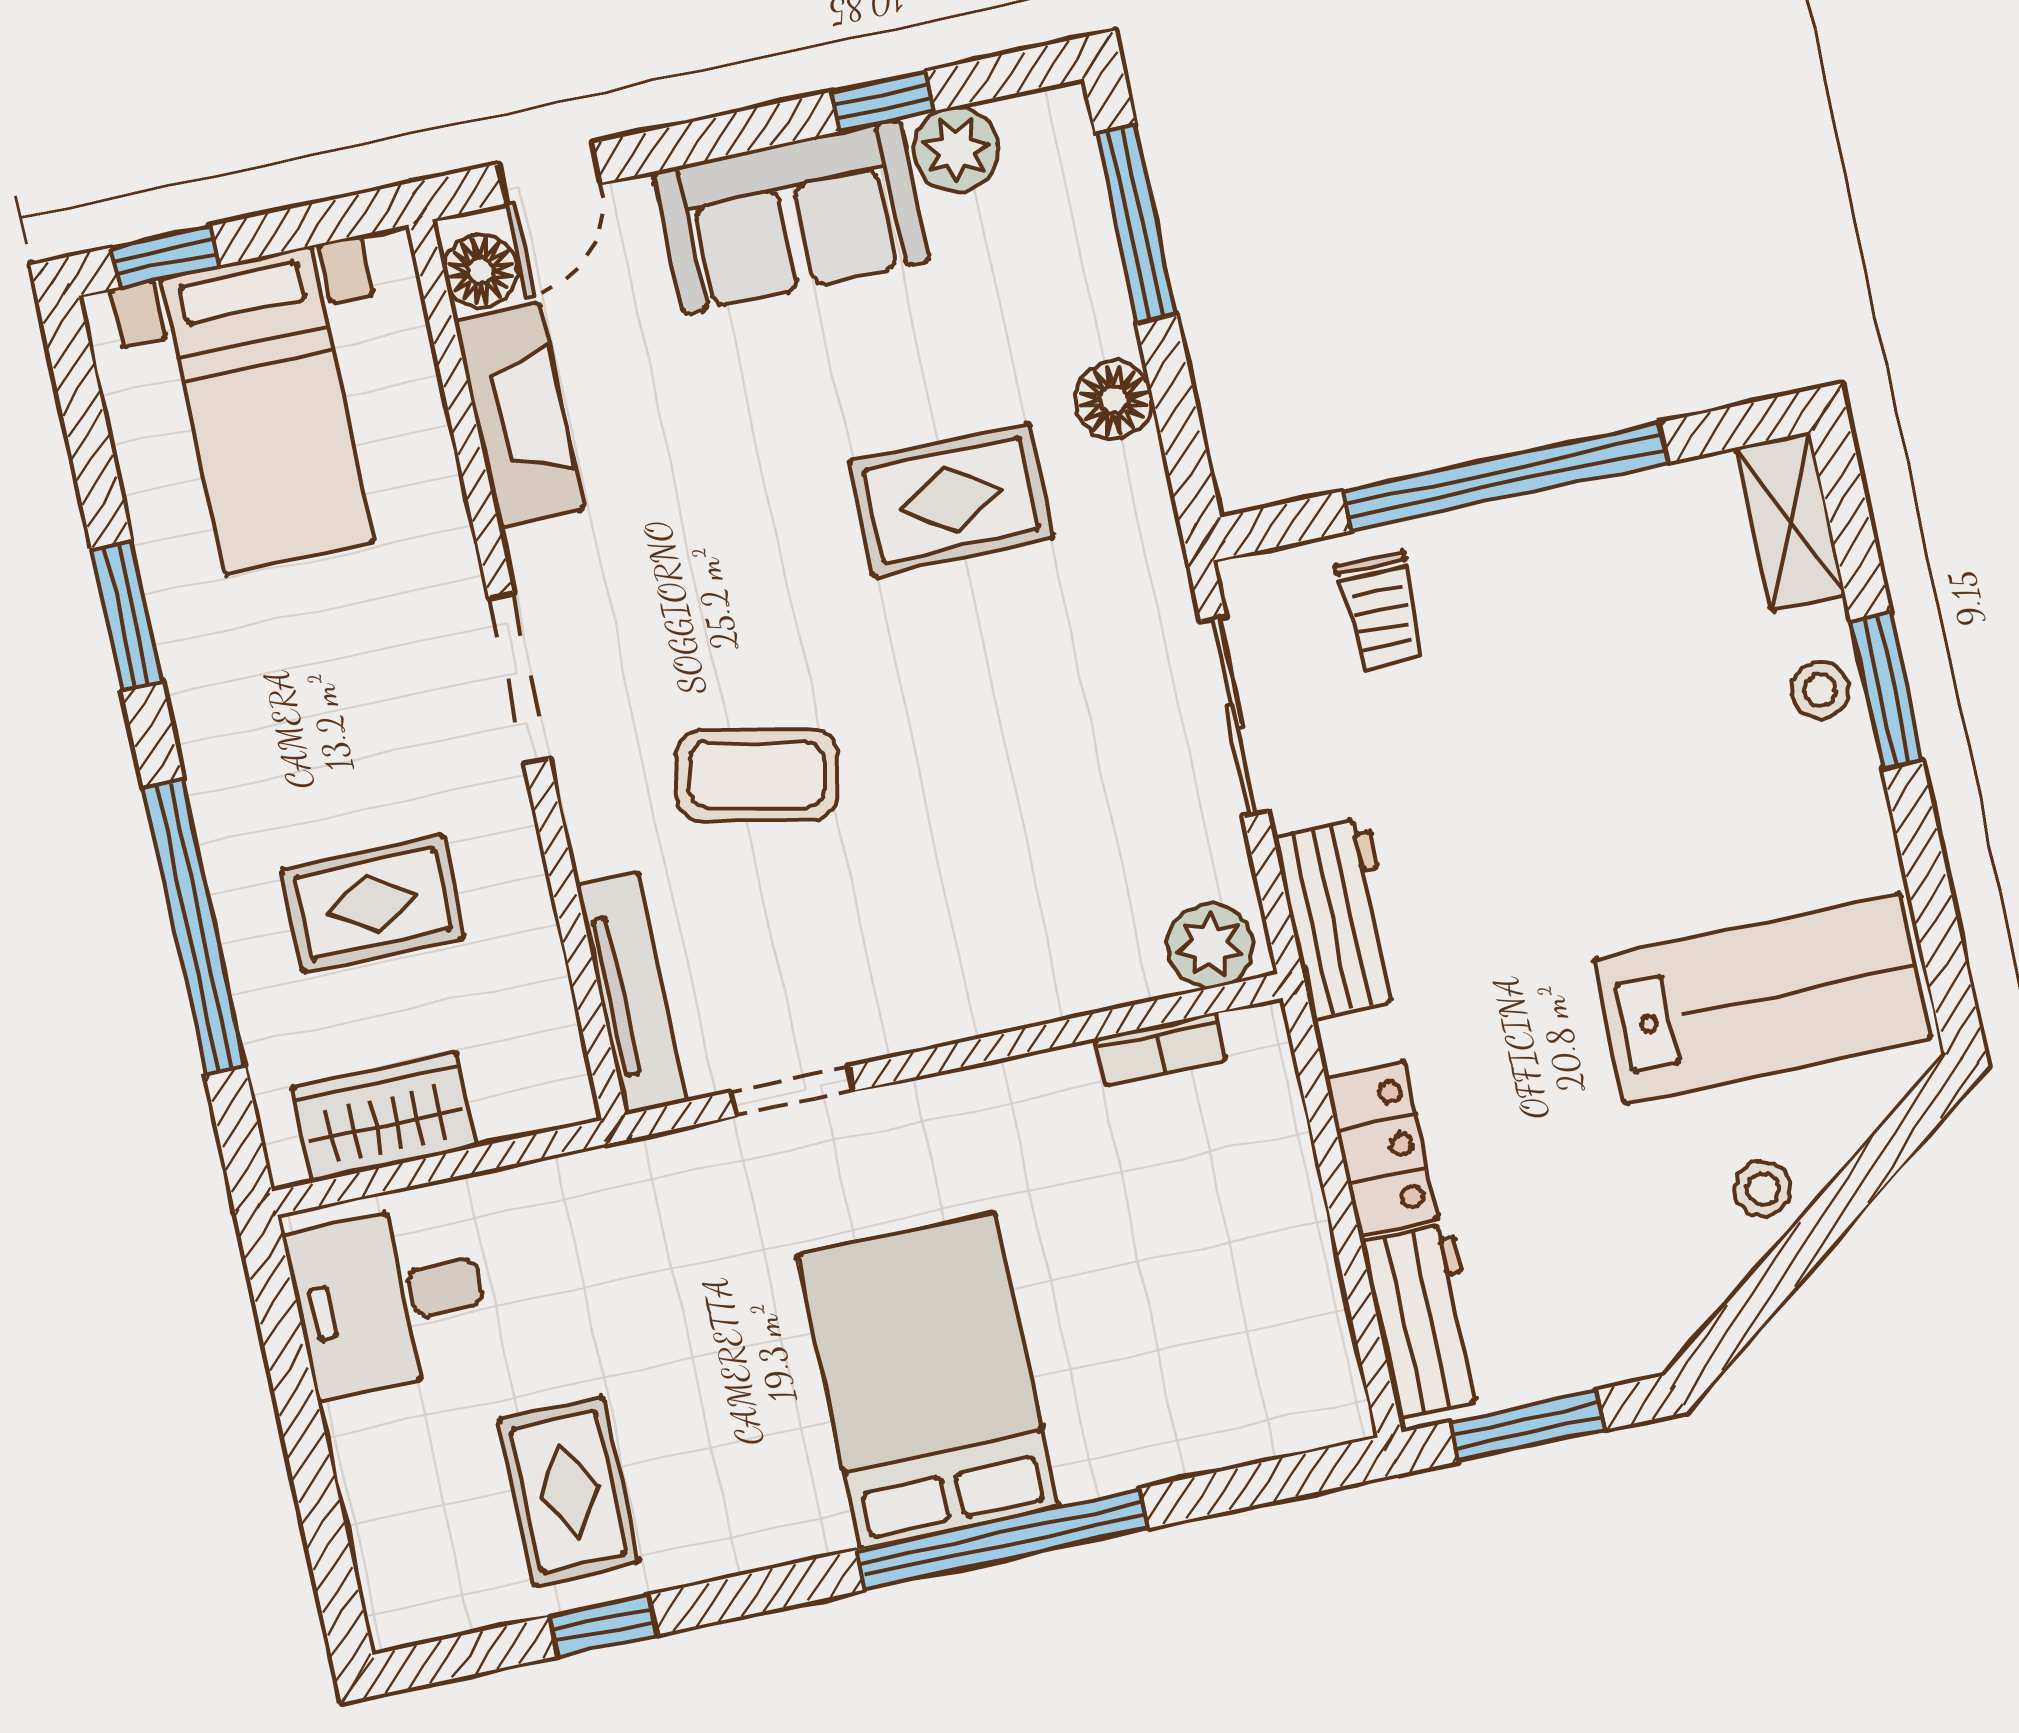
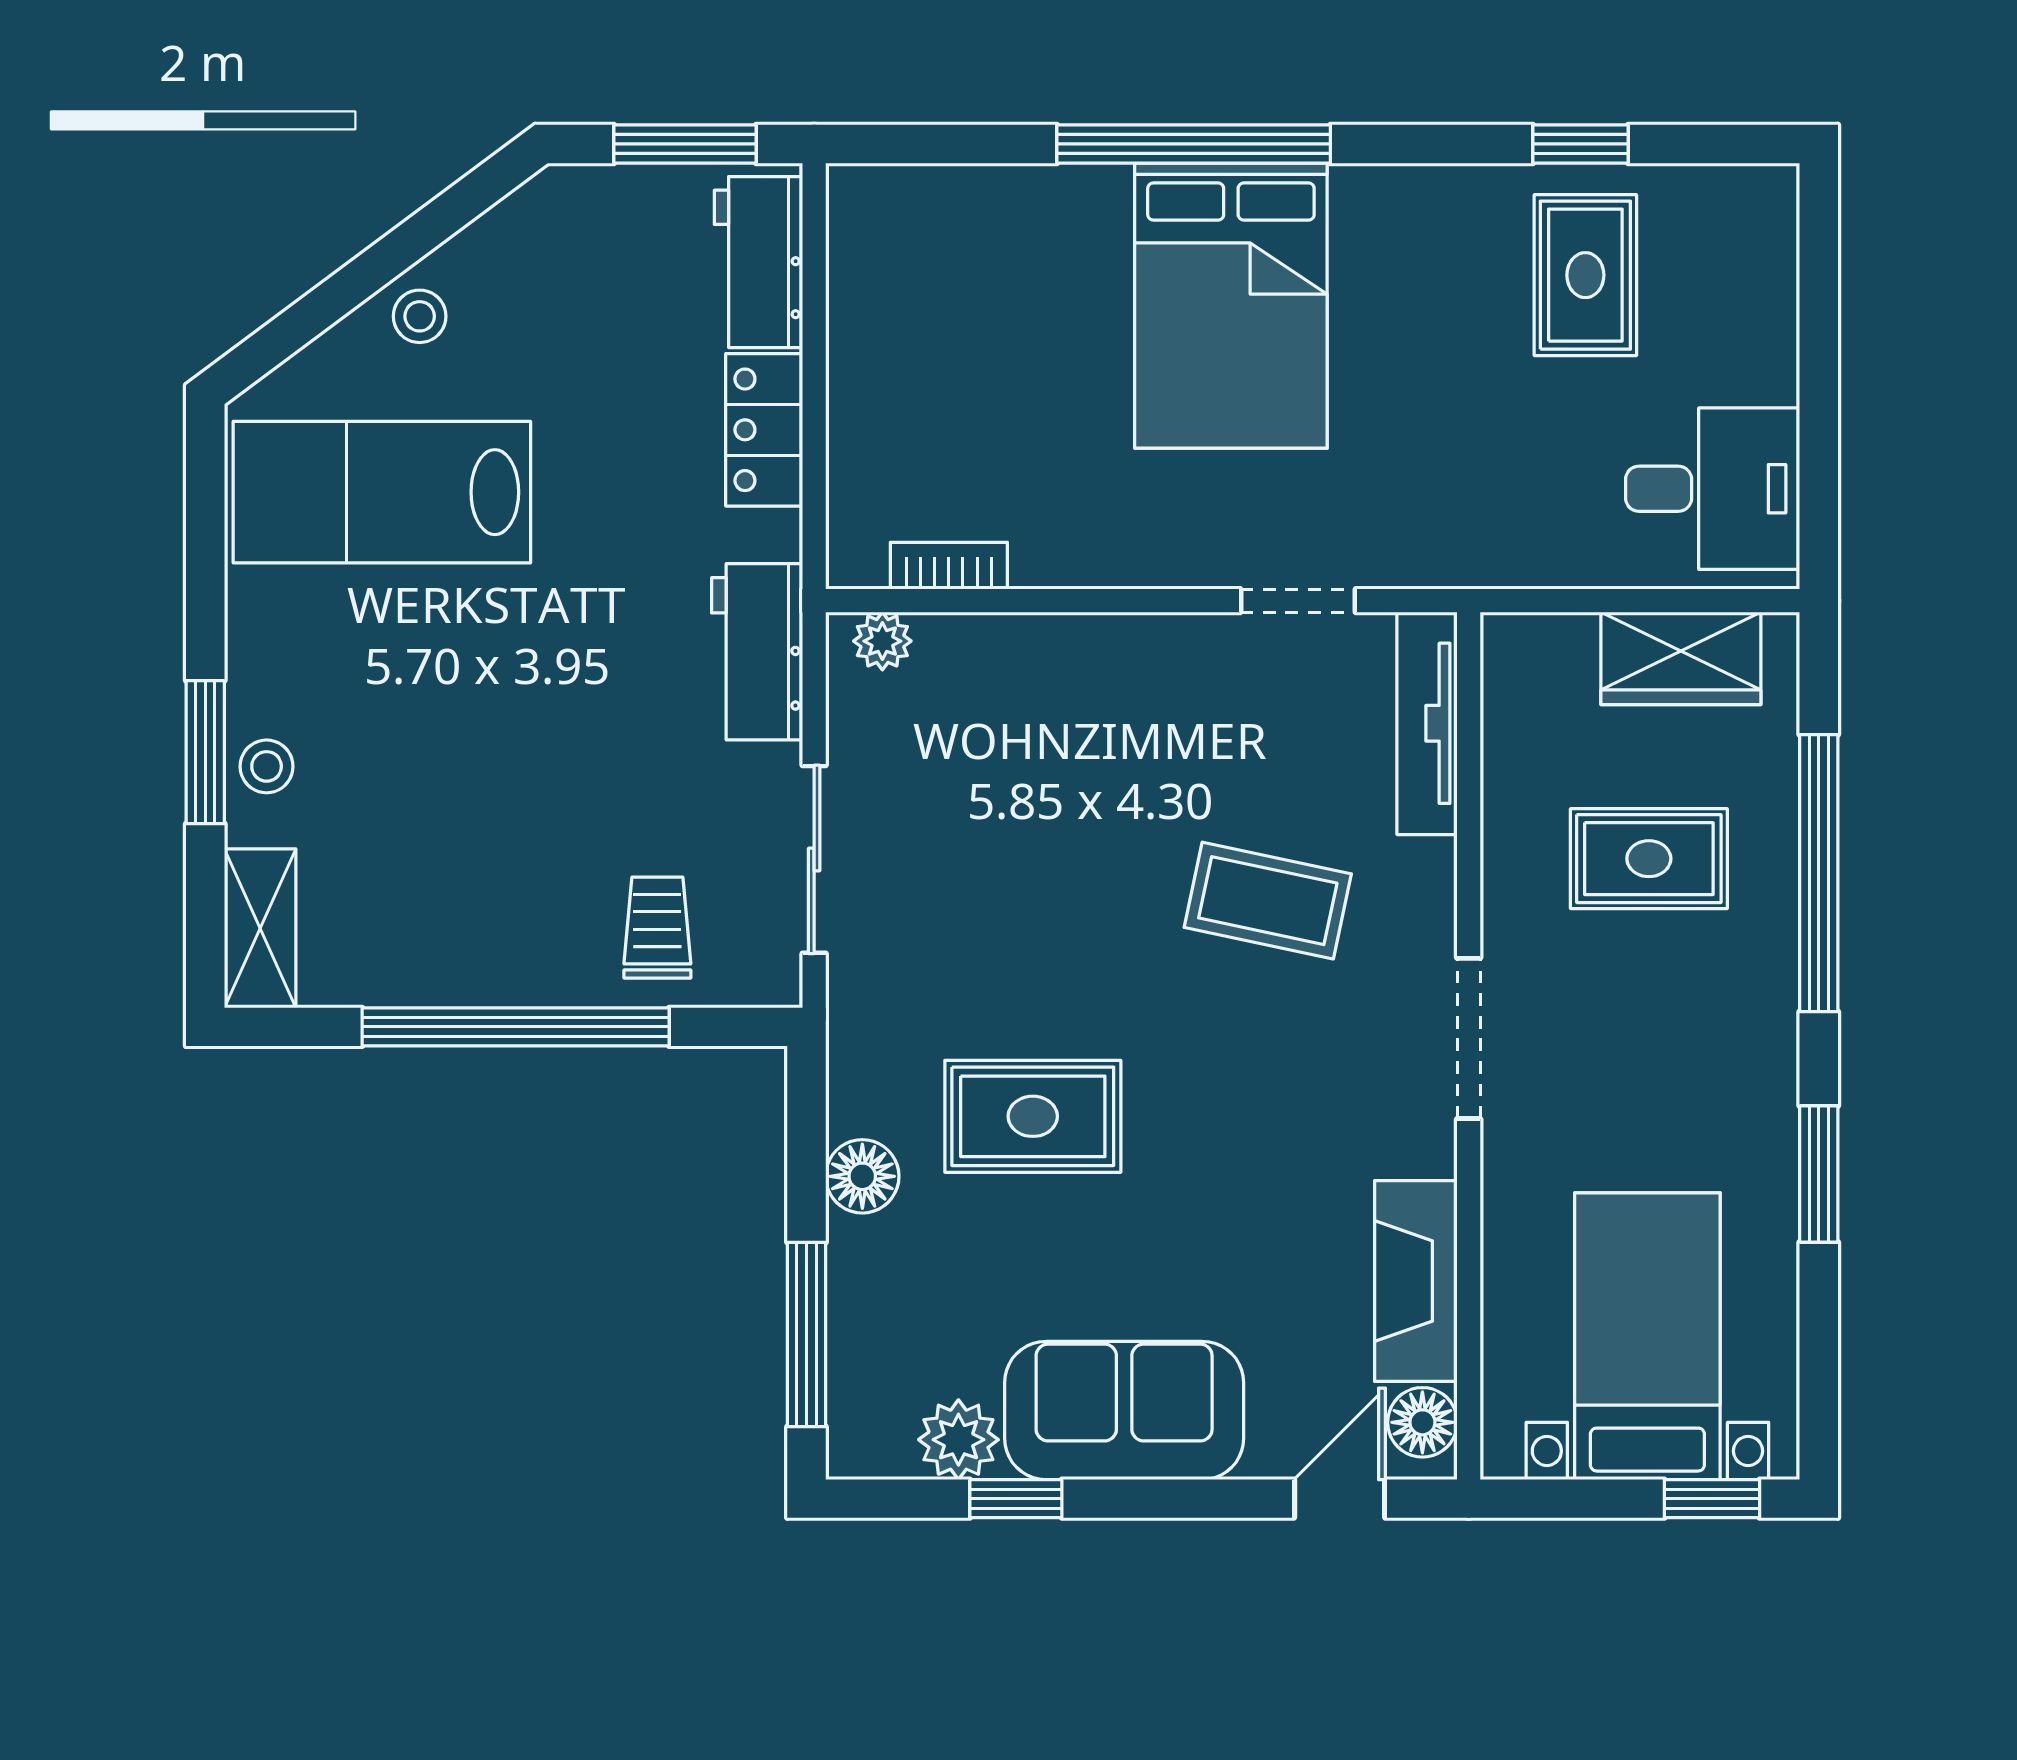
plant: (1210, 946) -> (882, 641), width x0.73, depth x0.73

